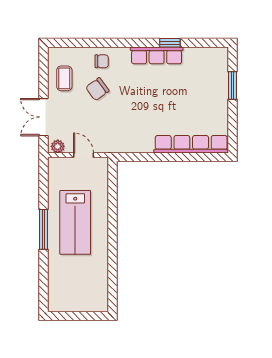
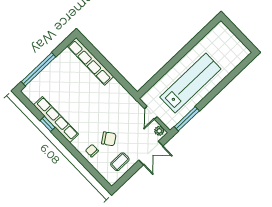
row of seats: (157, 55) -> (56, 120), width x1.36
window: (232, 86) -> (38, 69), width x2.11
lab bench: (75, 222) -> (190, 83), width x1.36
window: (43, 229) -> (187, 119), moved

